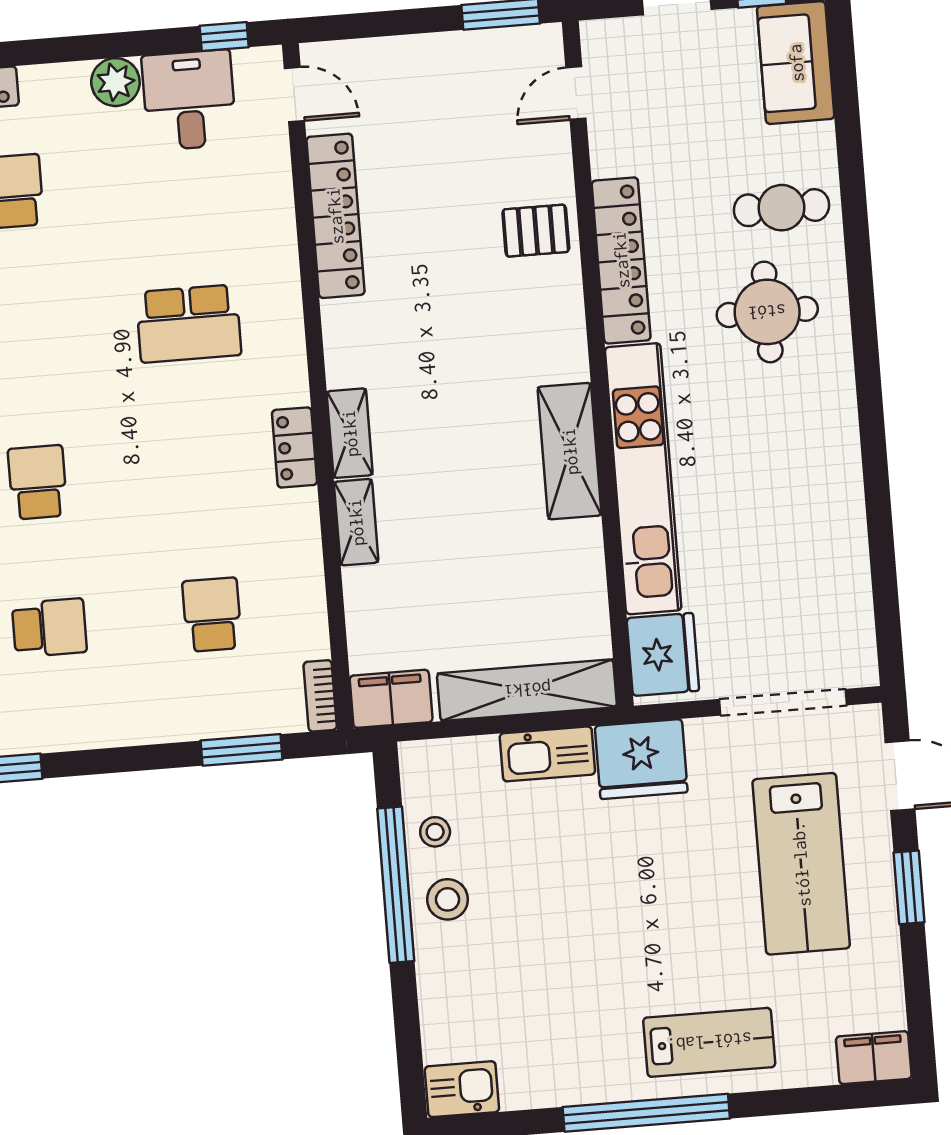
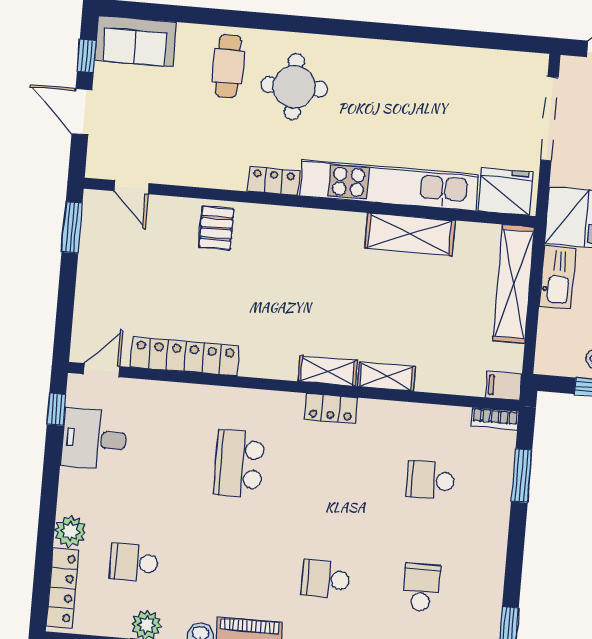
plant: (115, 82) -> (70, 531), moved
locker: (621, 260) -> (274, 181), width x0.46, depth x0.83
school desk: (189, 324) -> (239, 464), turned 180
shelving: (570, 451) -> (410, 234), moved
filing cabinet: (391, 699) -> (504, 386), width x0.50

